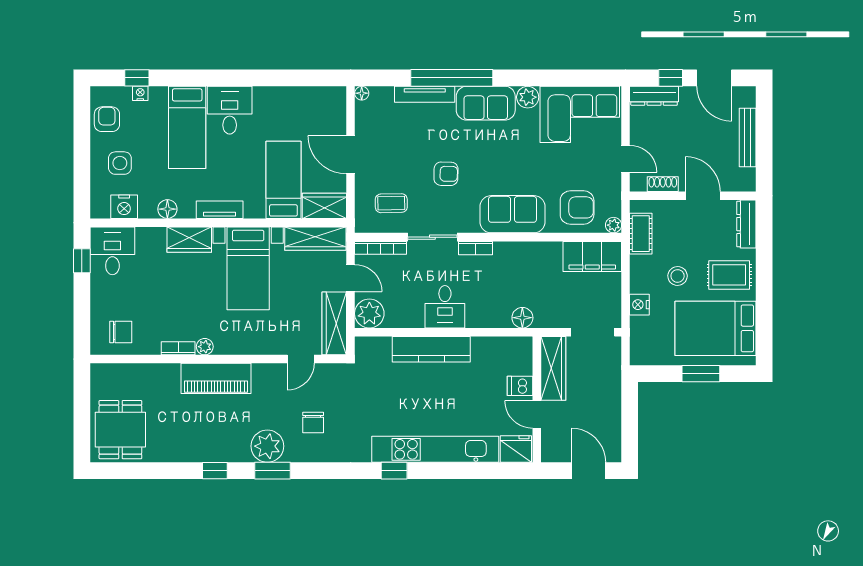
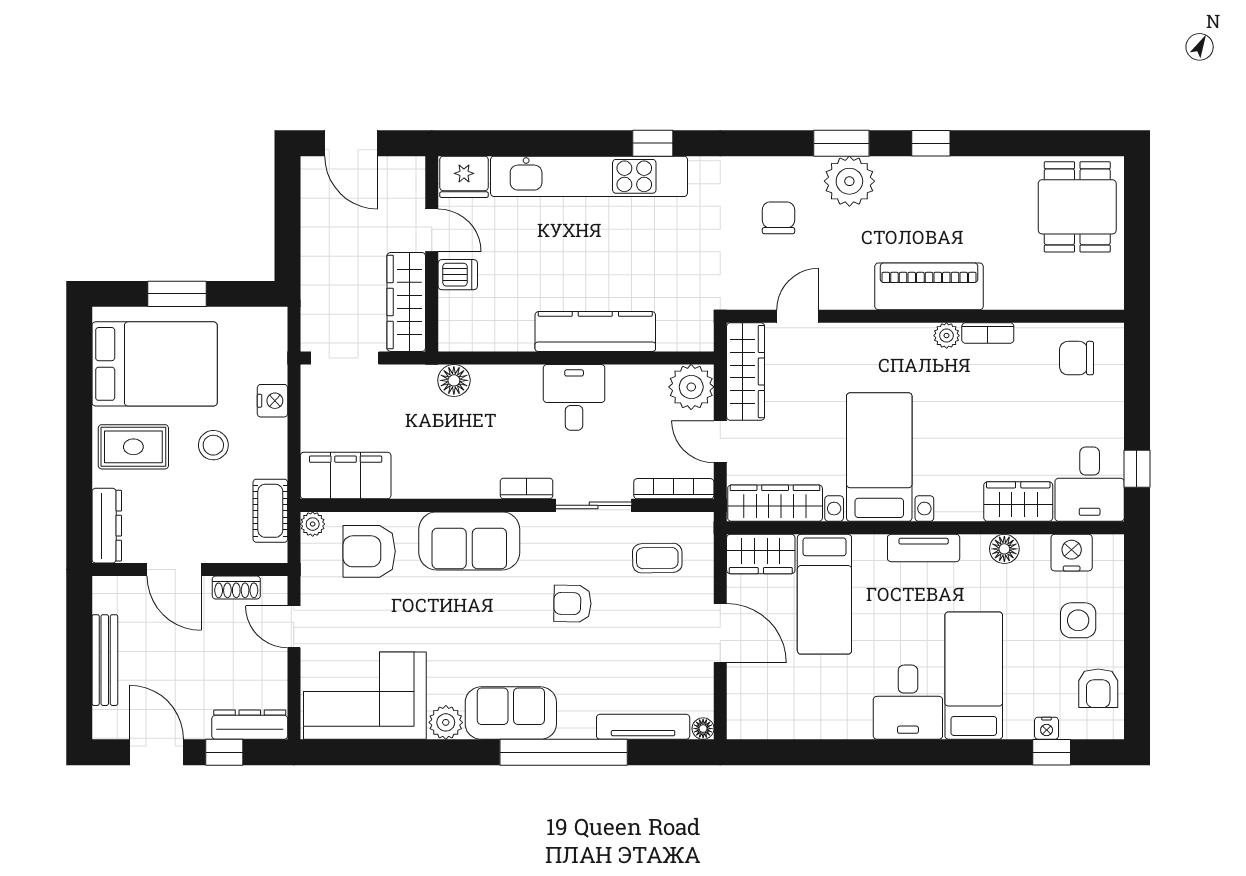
tv unit: (425, 94) -> (643, 727), moved
wardrobe: (189, 240) -> (1018, 502), moved

